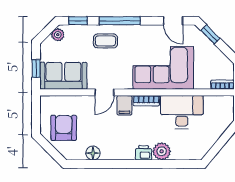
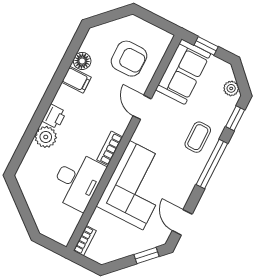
door: (173, 21) -> (182, 222), hinge flipped
filing cabinet: (124, 105) -> (76, 80), moved, turned 180
armchair: (64, 128) -> (129, 59), moved

